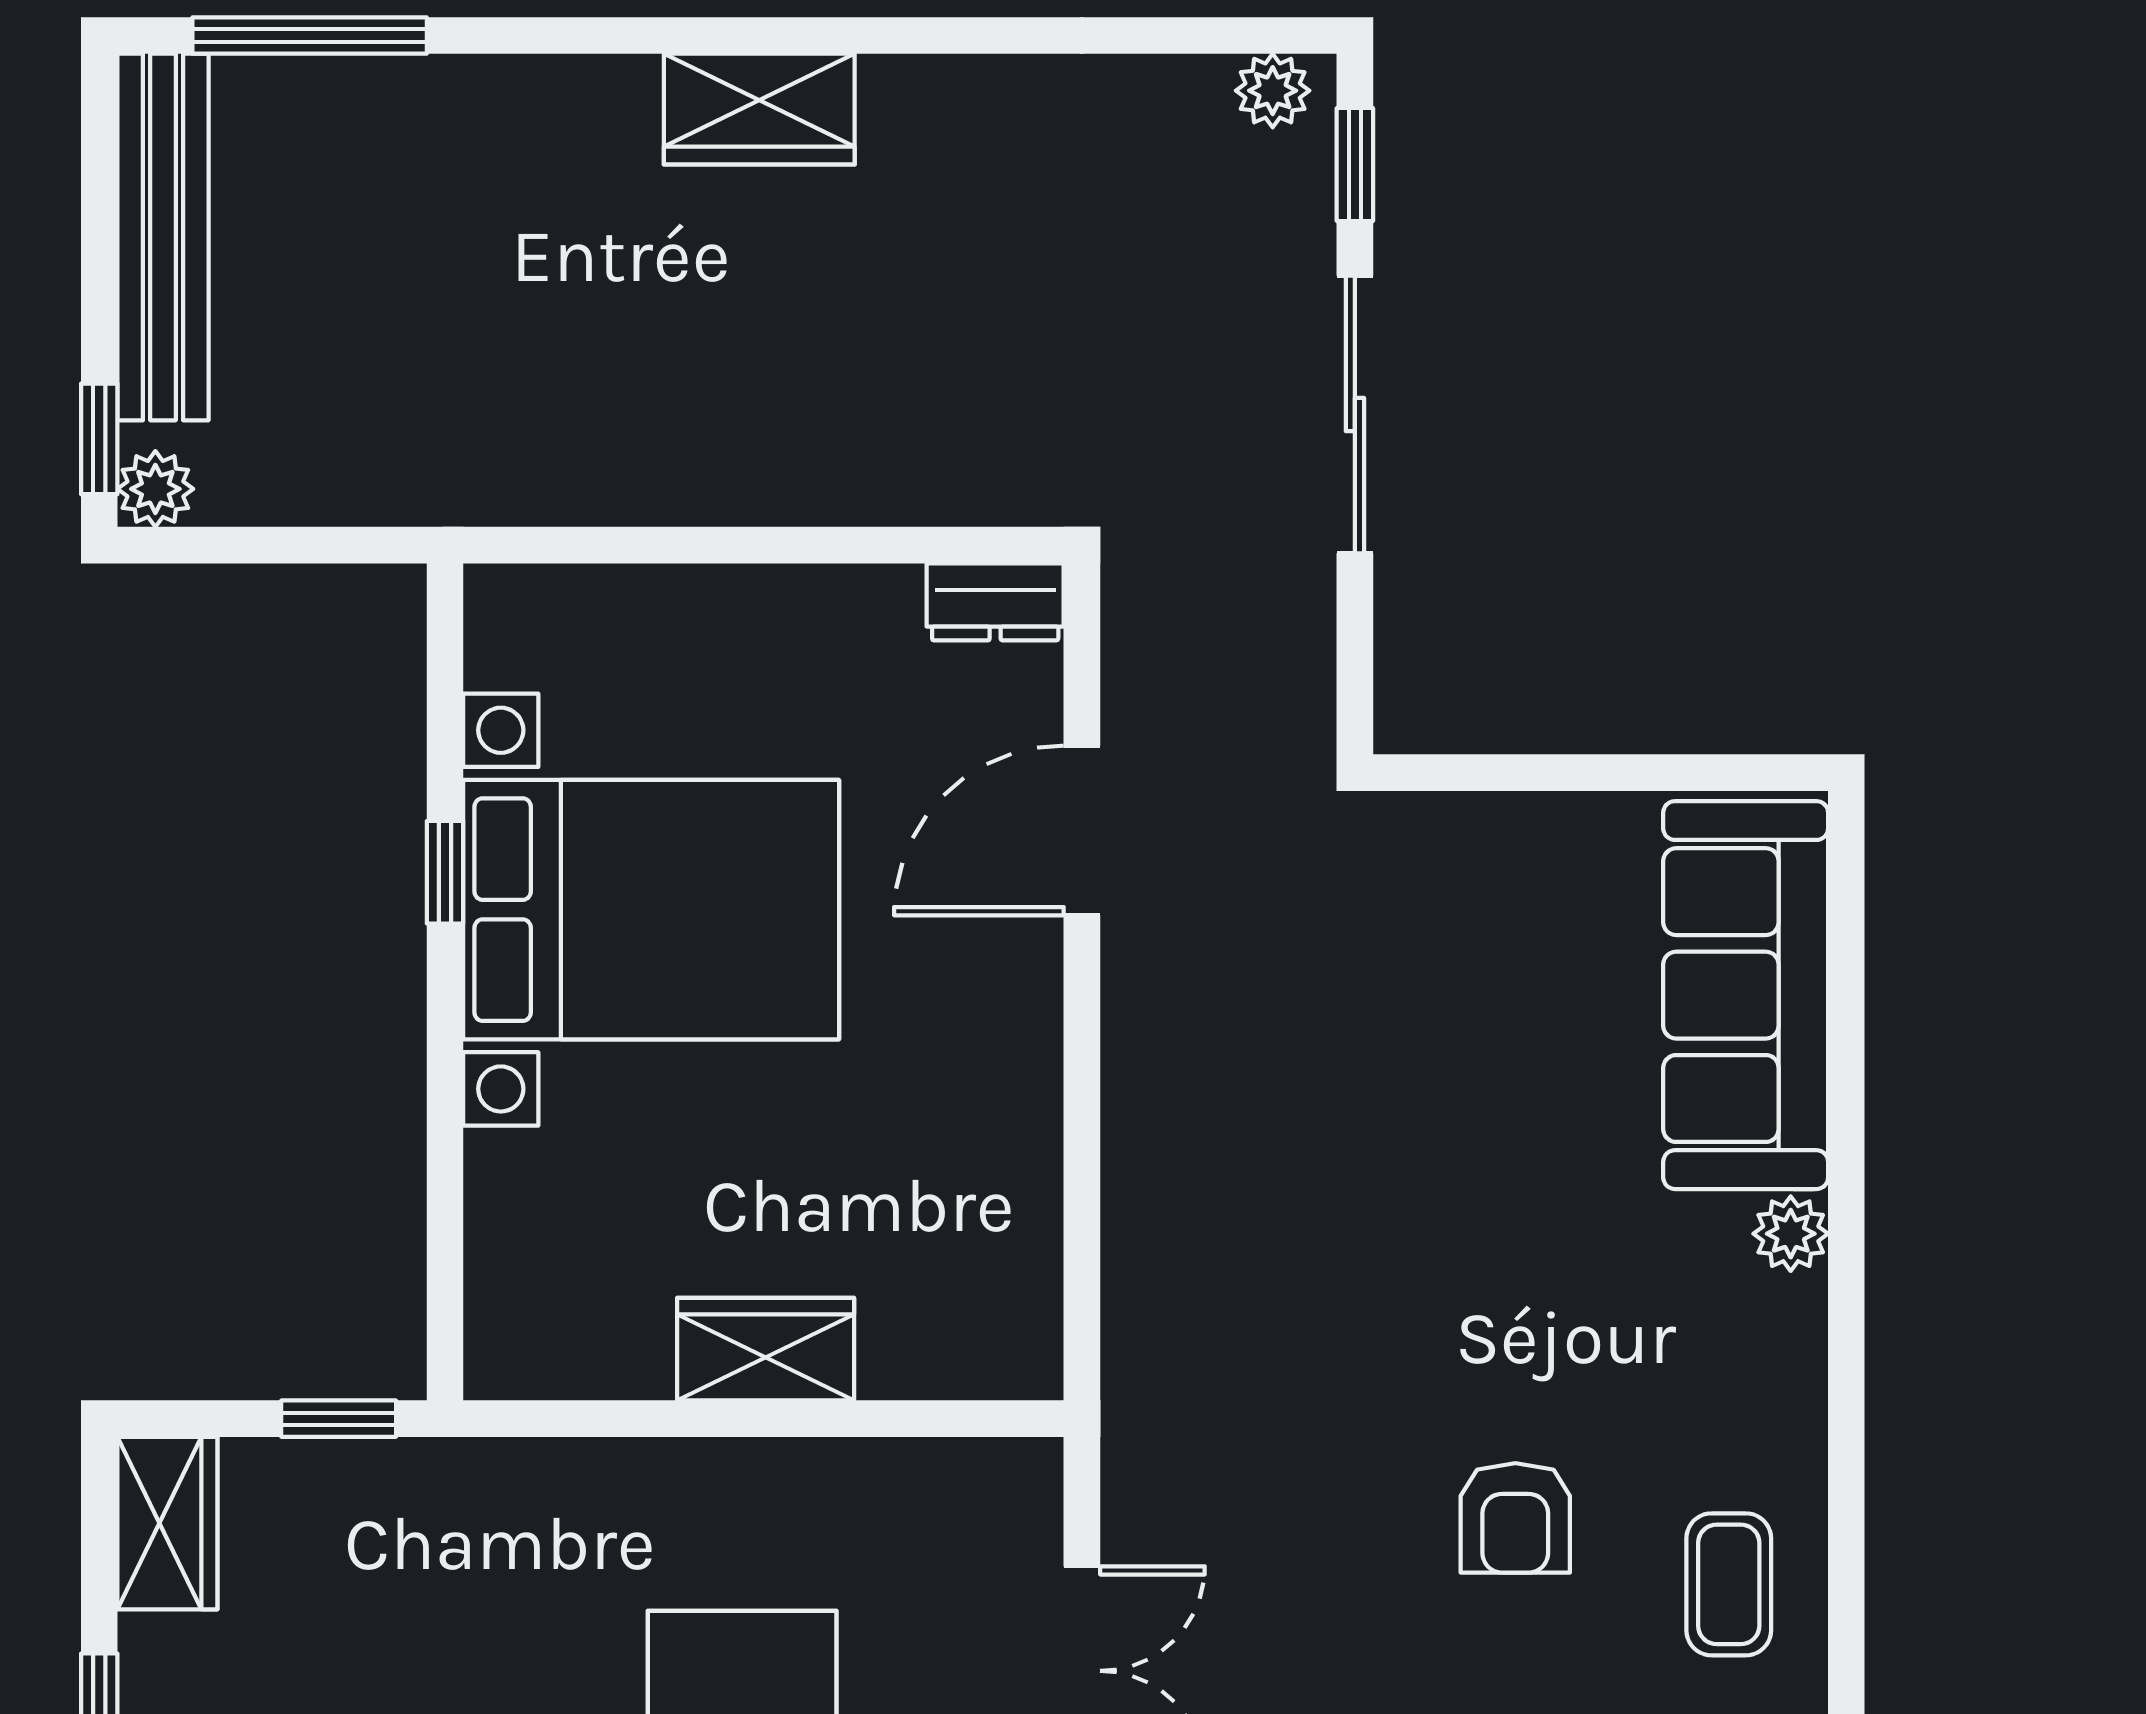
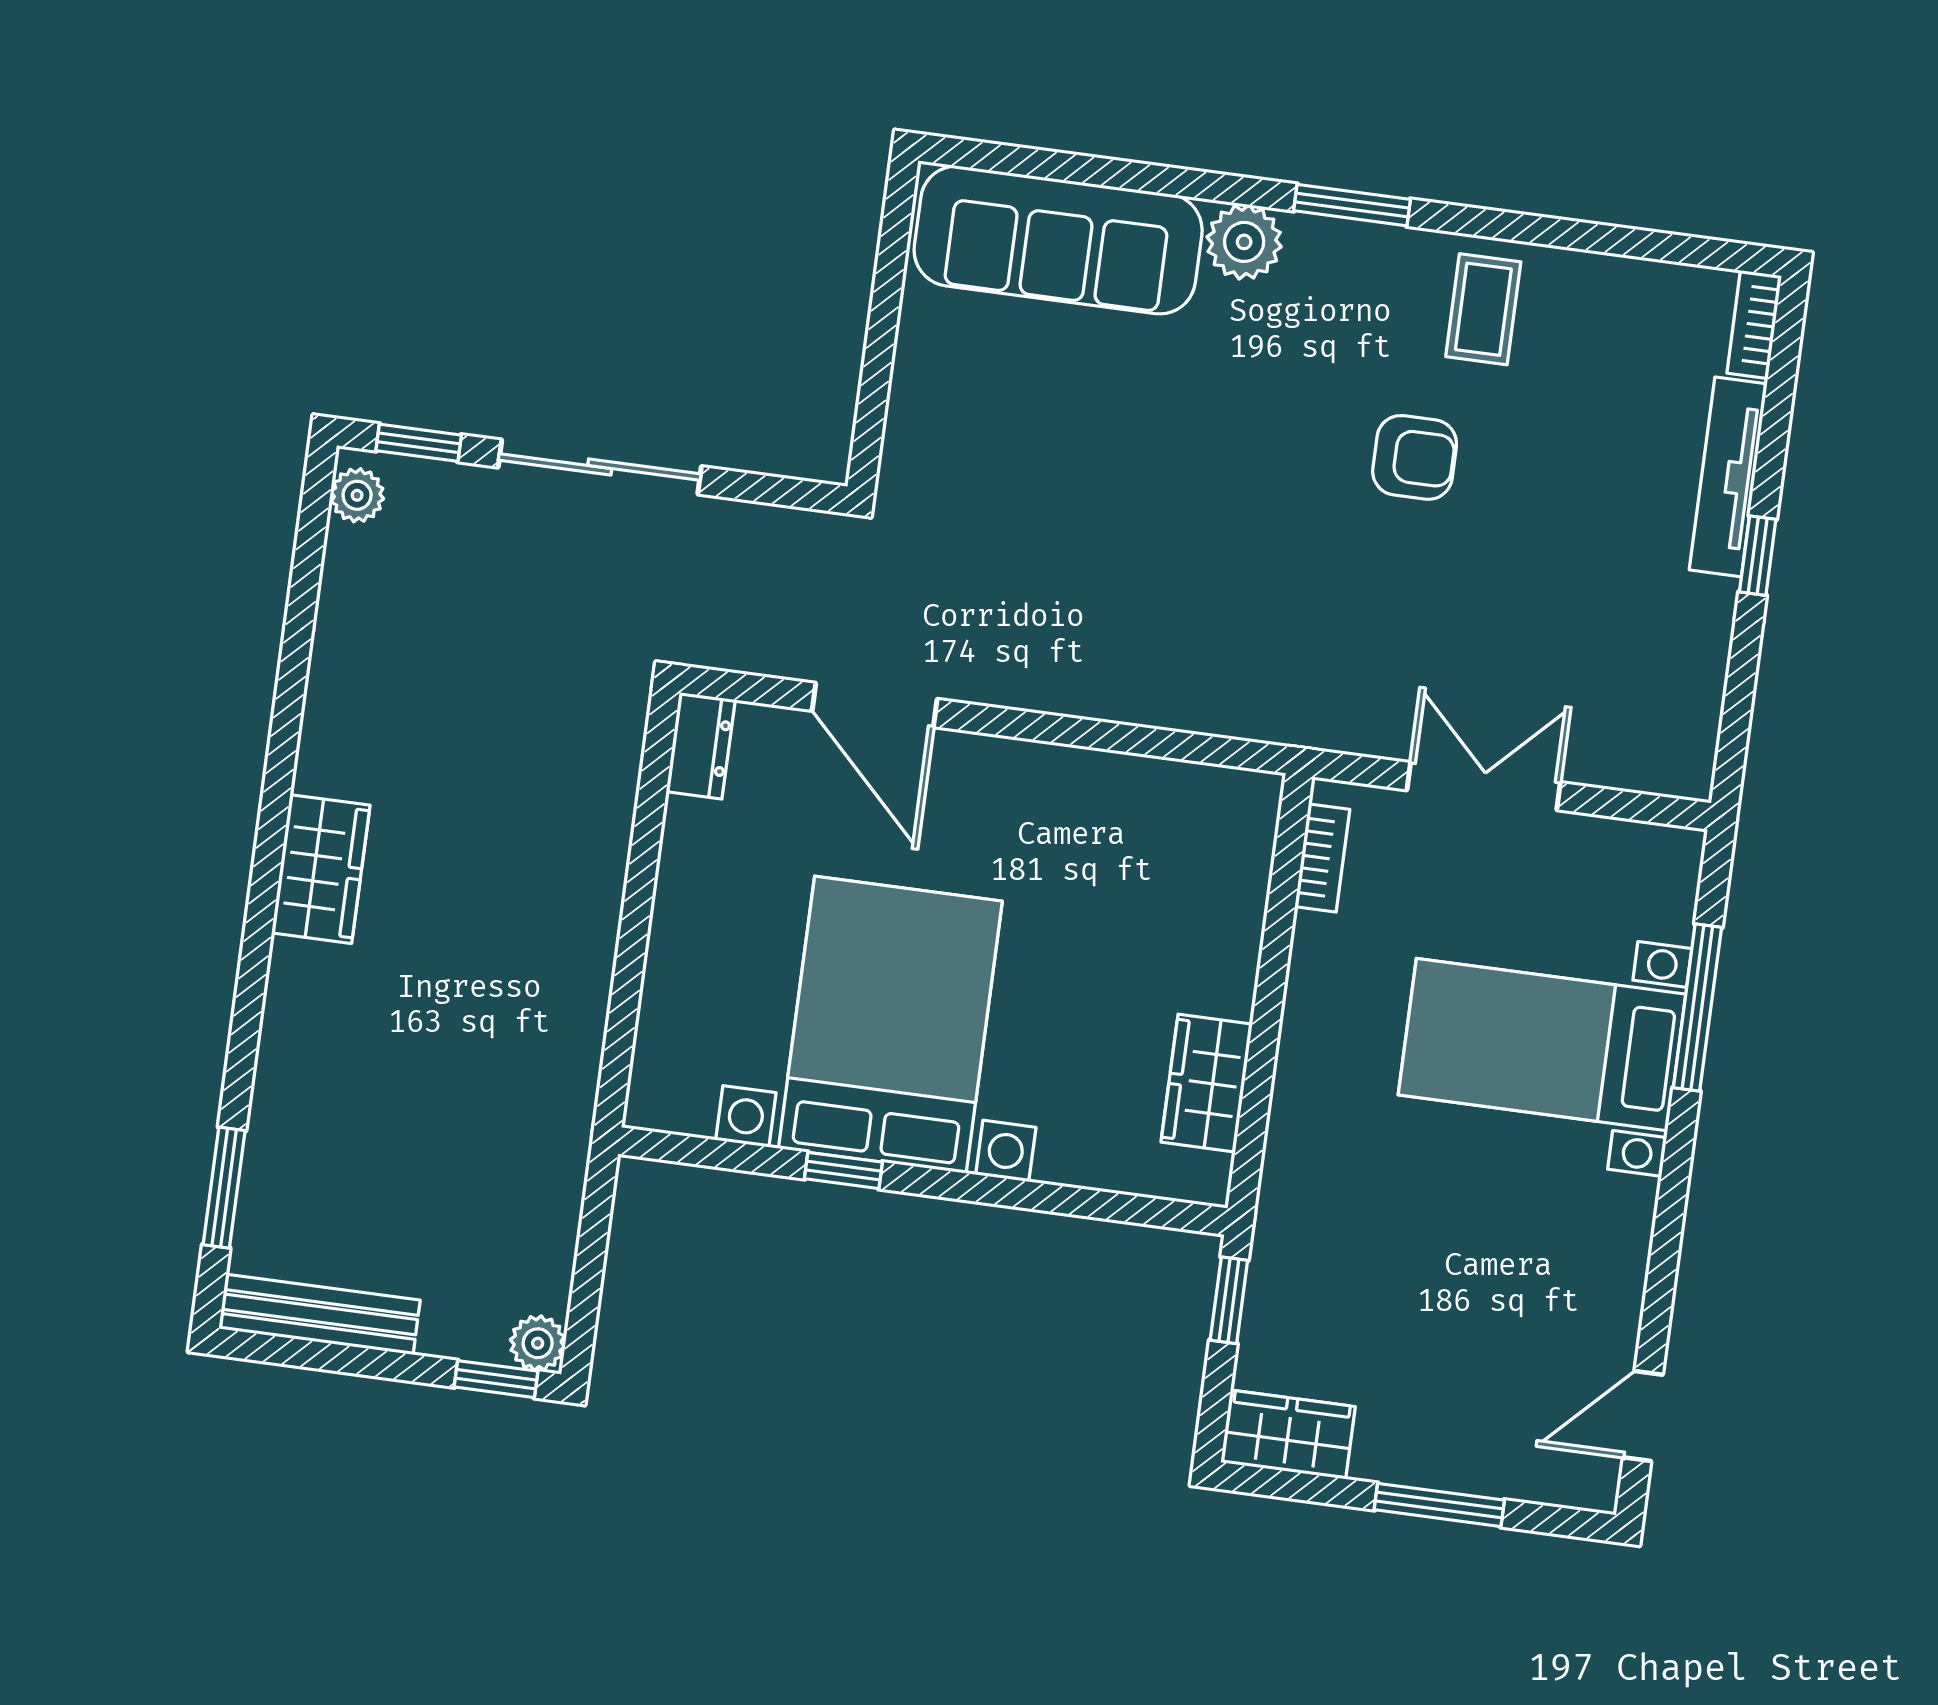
window: (310, 36) -> (224, 1188), width x0.69
bench: (163, 237) -> (319, 1314), width x0.73, depth x0.82
plant: (1791, 1234) -> (1244, 242), width x1.38, depth x1.38
wardrobe: (766, 1349) -> (1207, 1083), moved
window: (1846, 1387) -> (1352, 205), added
bookcase: (955, 1465) -> (1322, 858), added
coffee table: (1729, 1584) -> (1483, 309), turned 90

